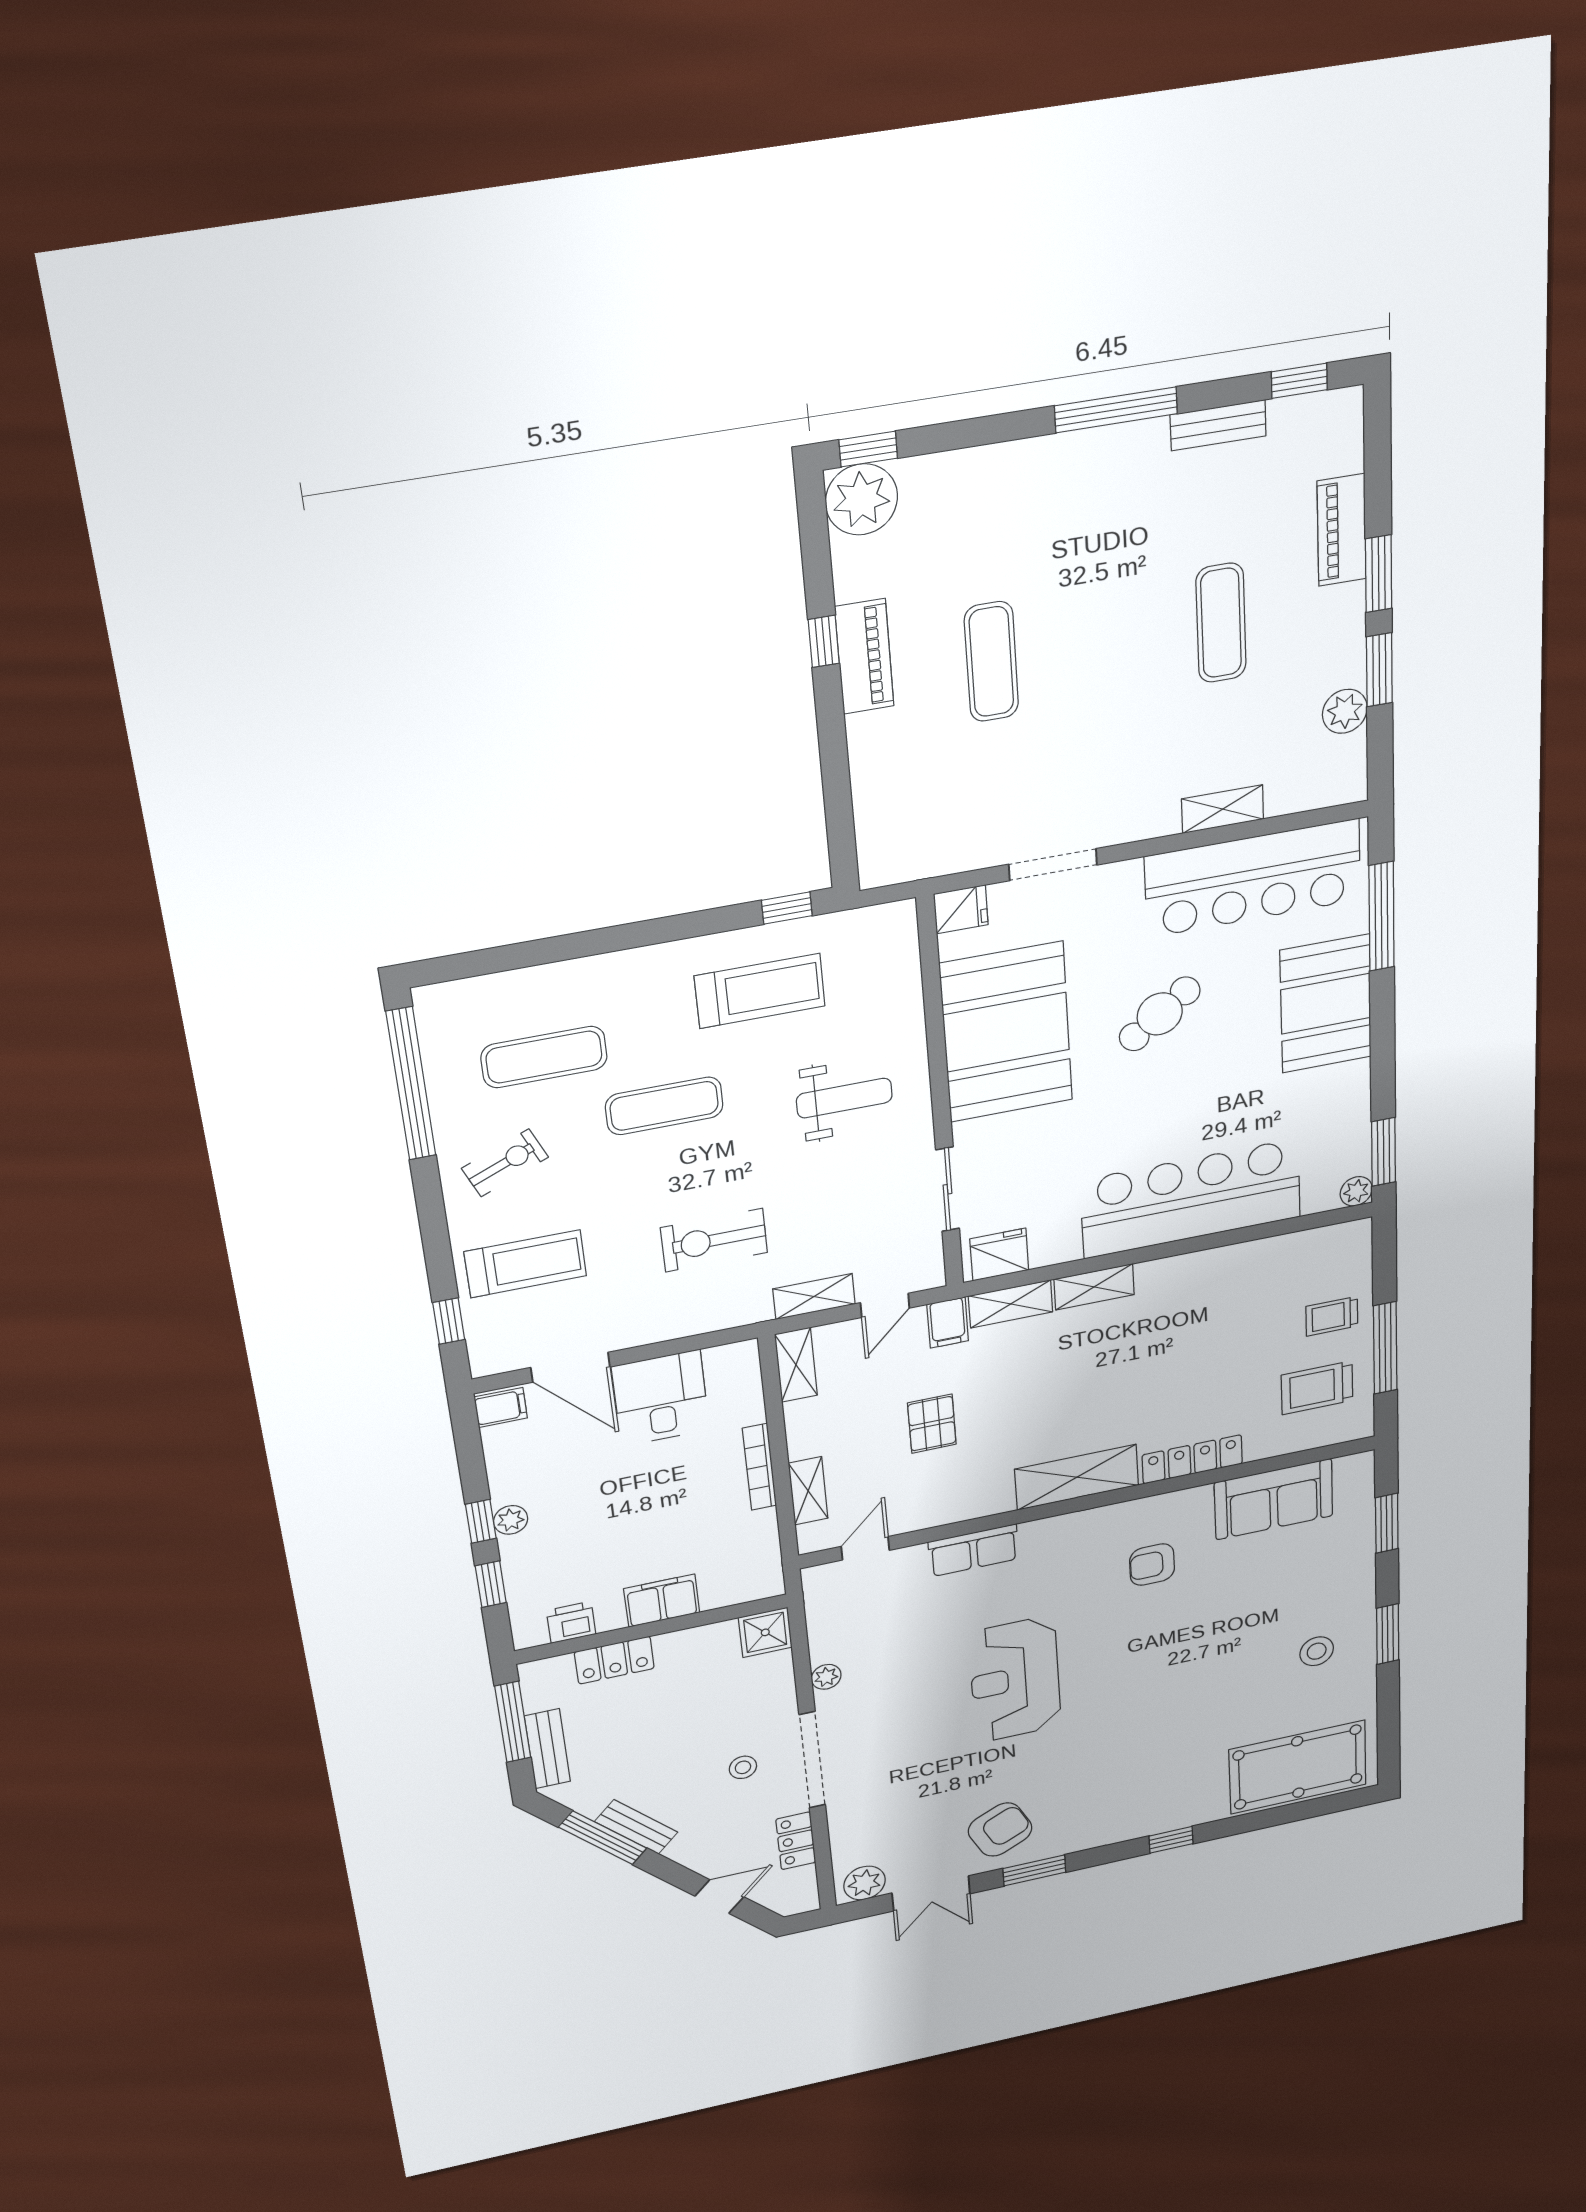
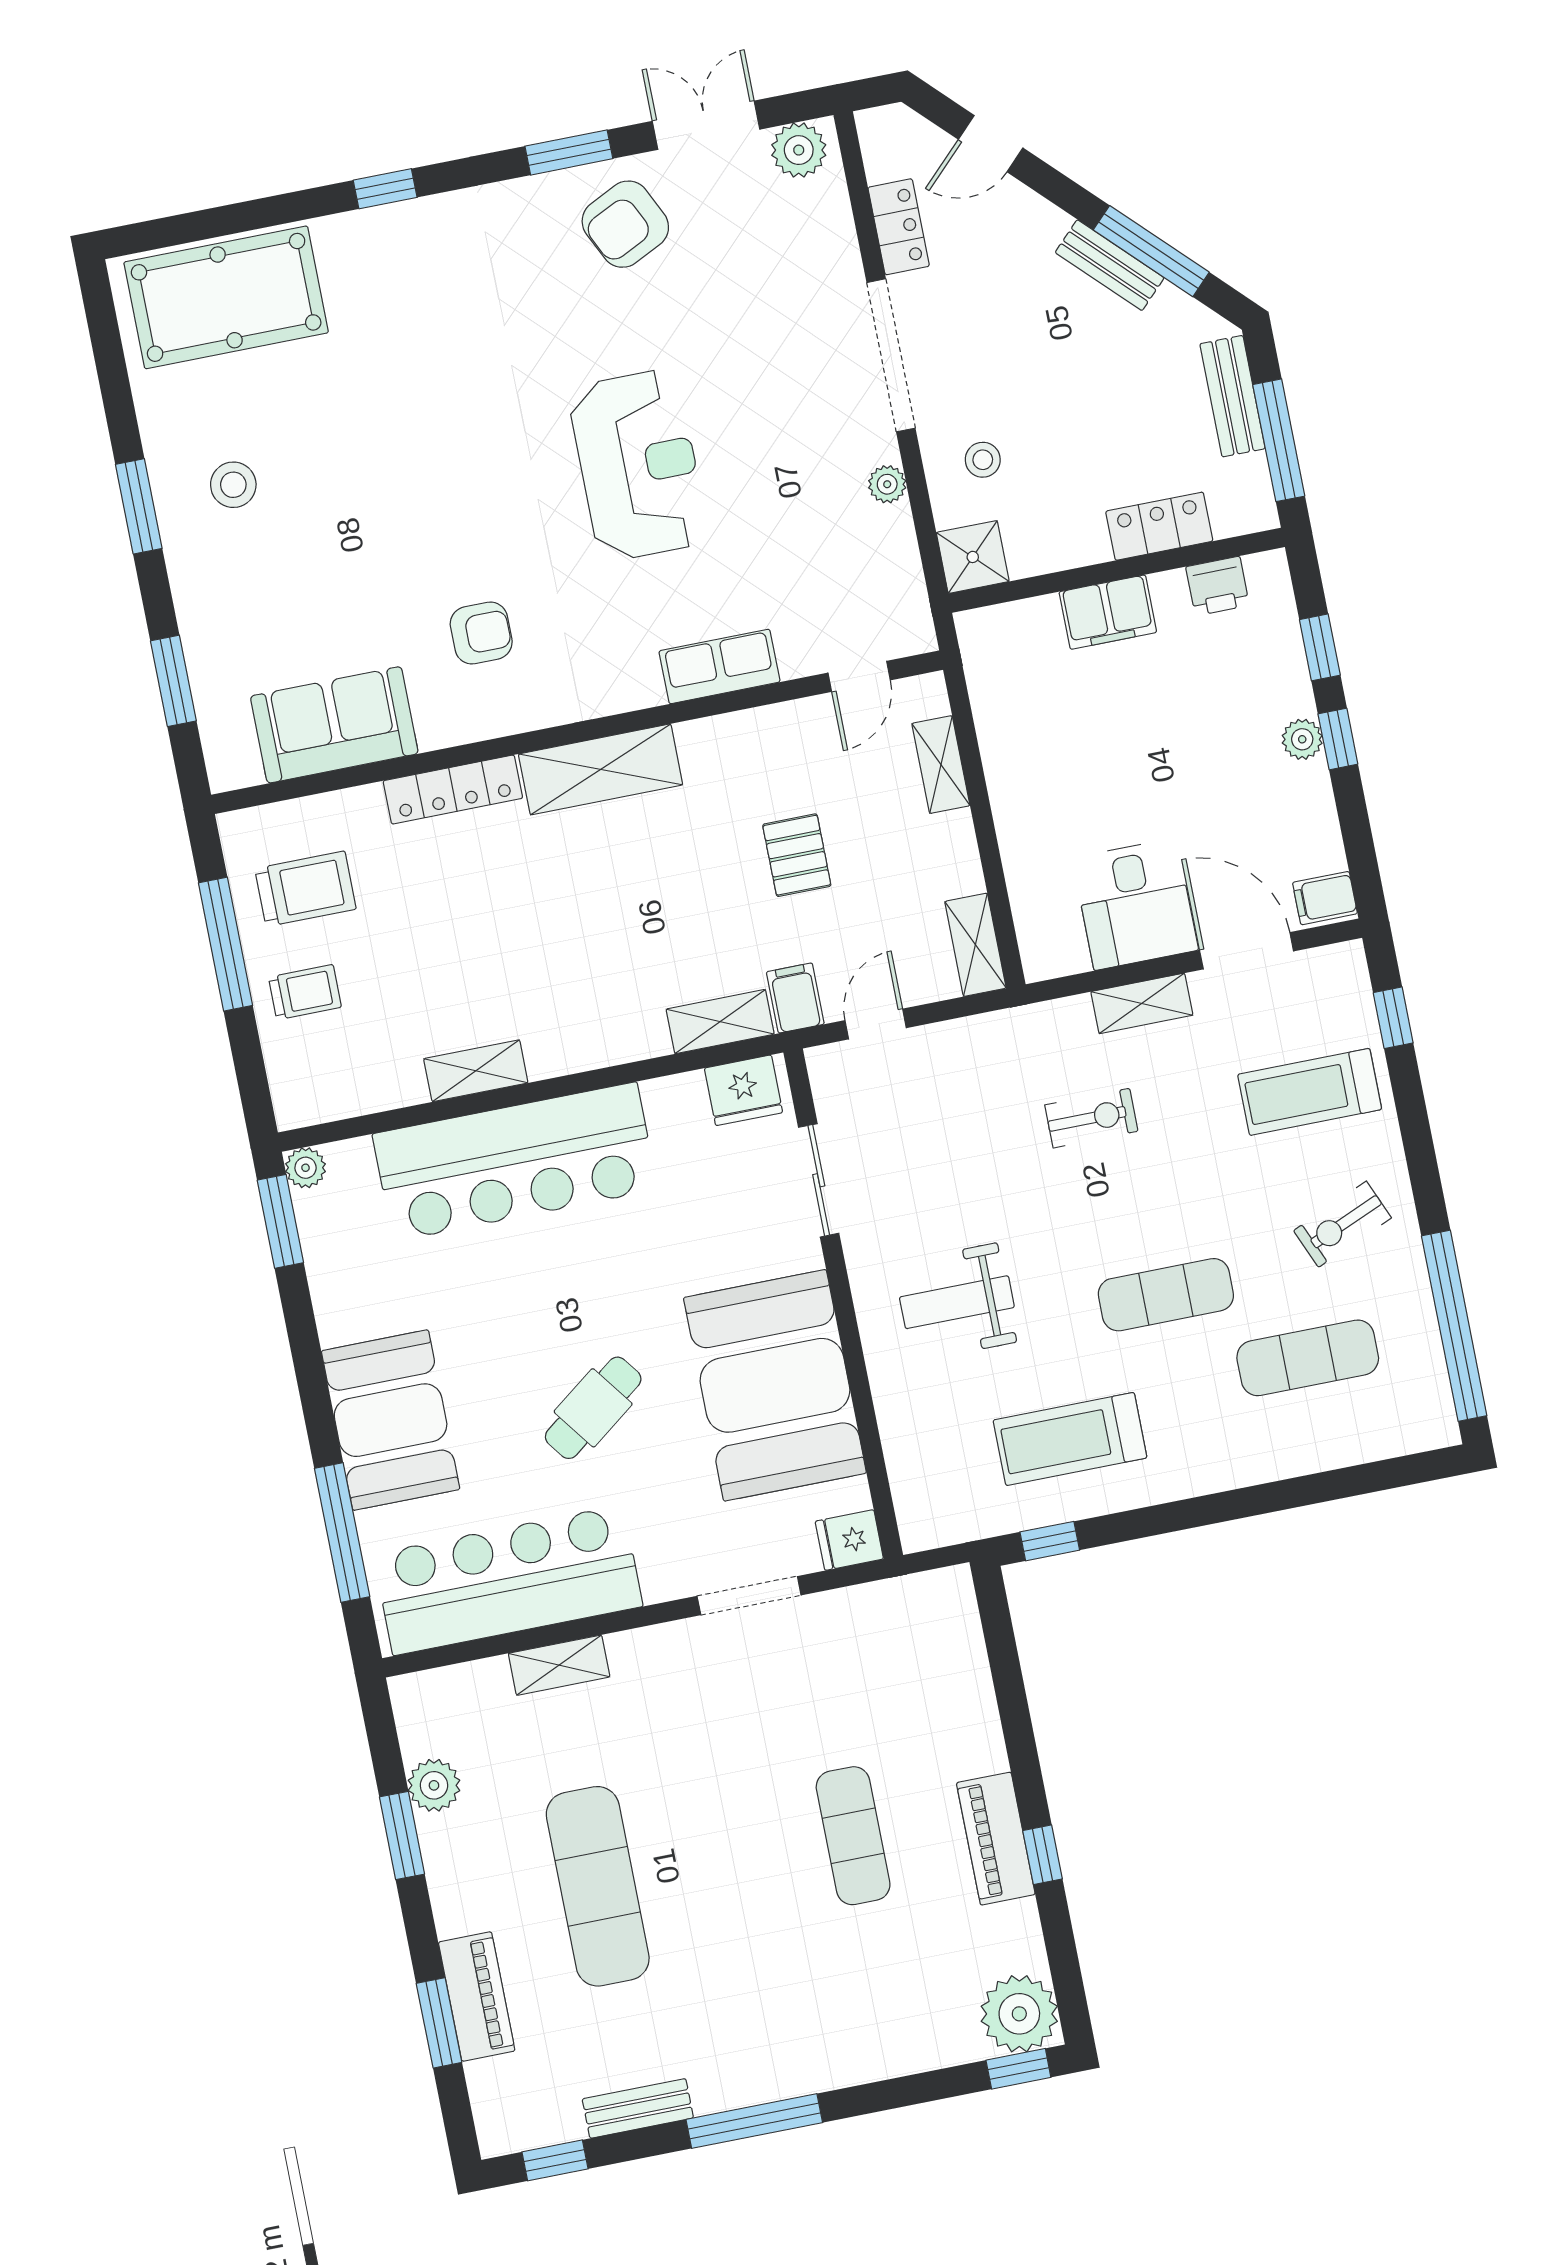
window: (1379, 574) -> (439, 2023), moved
exercise mat: (1221, 623) -> (598, 1886), width x1.36, depth x1.45
exercise bike: (714, 1240) -> (1091, 1118), width x0.73, depth x0.72
shelving: (1094, 1287) -> (476, 1071), moved
shelving: (814, 1297) -> (1142, 1003), moved
bookcase: (759, 1467) -> (1005, 802), removed
stool: (743, 1767) -> (983, 460), moved

